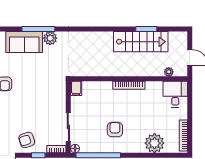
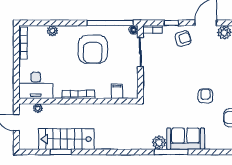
filing cabinet: (76, 88) -> (117, 91), moved
desk: (175, 94) -> (36, 85), width x1.37
armchair: (115, 130) -> (93, 49), width x1.88, depth x1.88
plant: (155, 143) -> (52, 31), width x0.53, depth x0.53

